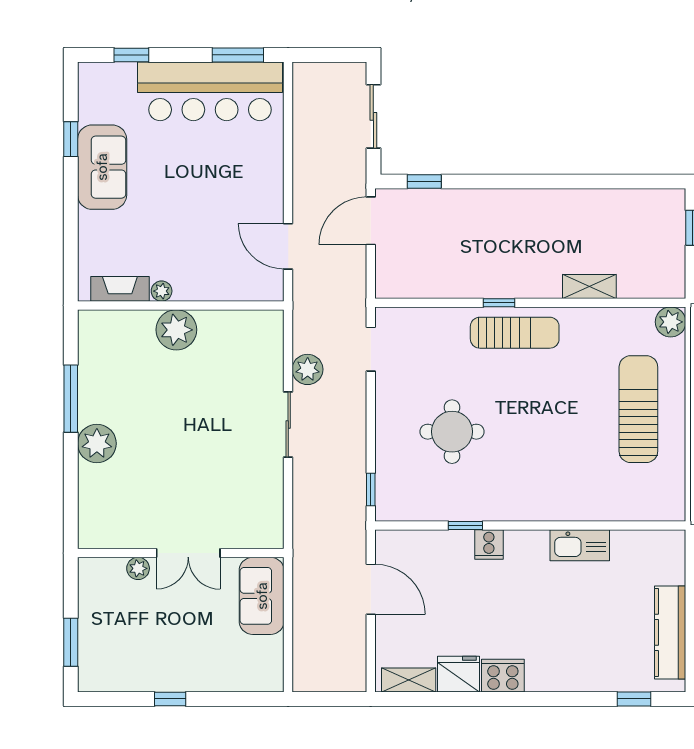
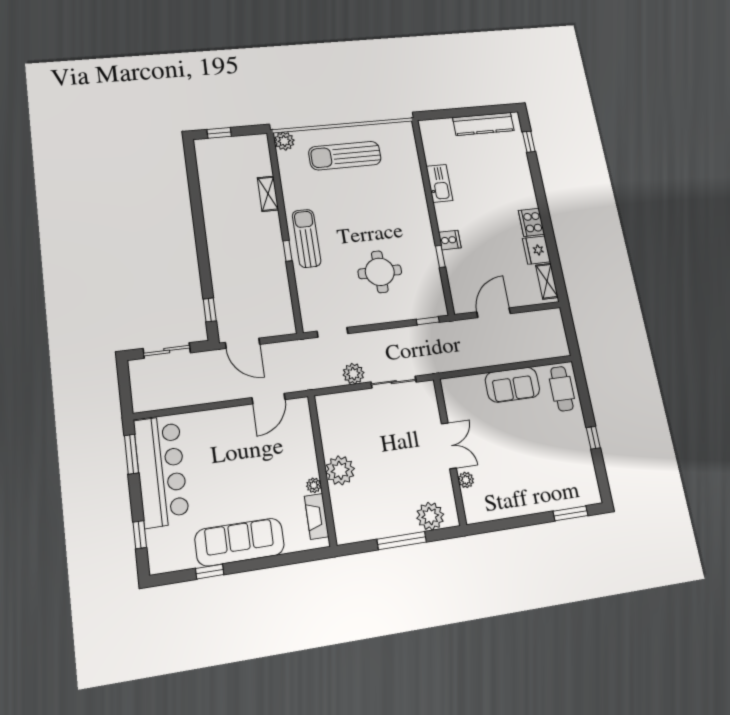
sofa: (102, 167) -> (240, 542), width x1.36
wall: (181, 553) -> (450, 451), moved
double door: (188, 553) -> (449, 446), moved
plant: (138, 568) -> (466, 480), moved
cafe table: (246, 668) -> (562, 389), added

